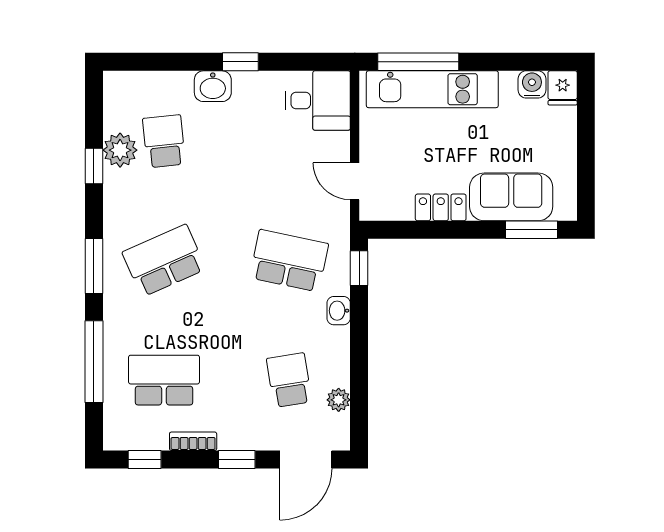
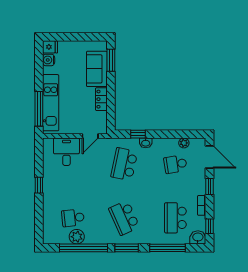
washbasin: (213, 86) -> (198, 237), moved, turned -90
desk: (318, 100) -> (66, 152), moved
window: (94, 166) -> (84, 248), width x3.17
window: (359, 268) -> (138, 134), moved

